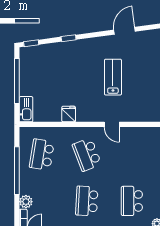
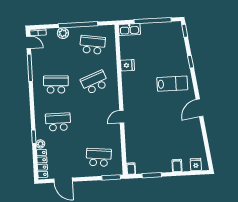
door: (124, 31) -> (199, 108), swing flipped
lab bench: (113, 77) -> (172, 84), moved
door: (112, 124) -> (122, 117), moved
plant: (26, 202) -> (63, 33), moved

